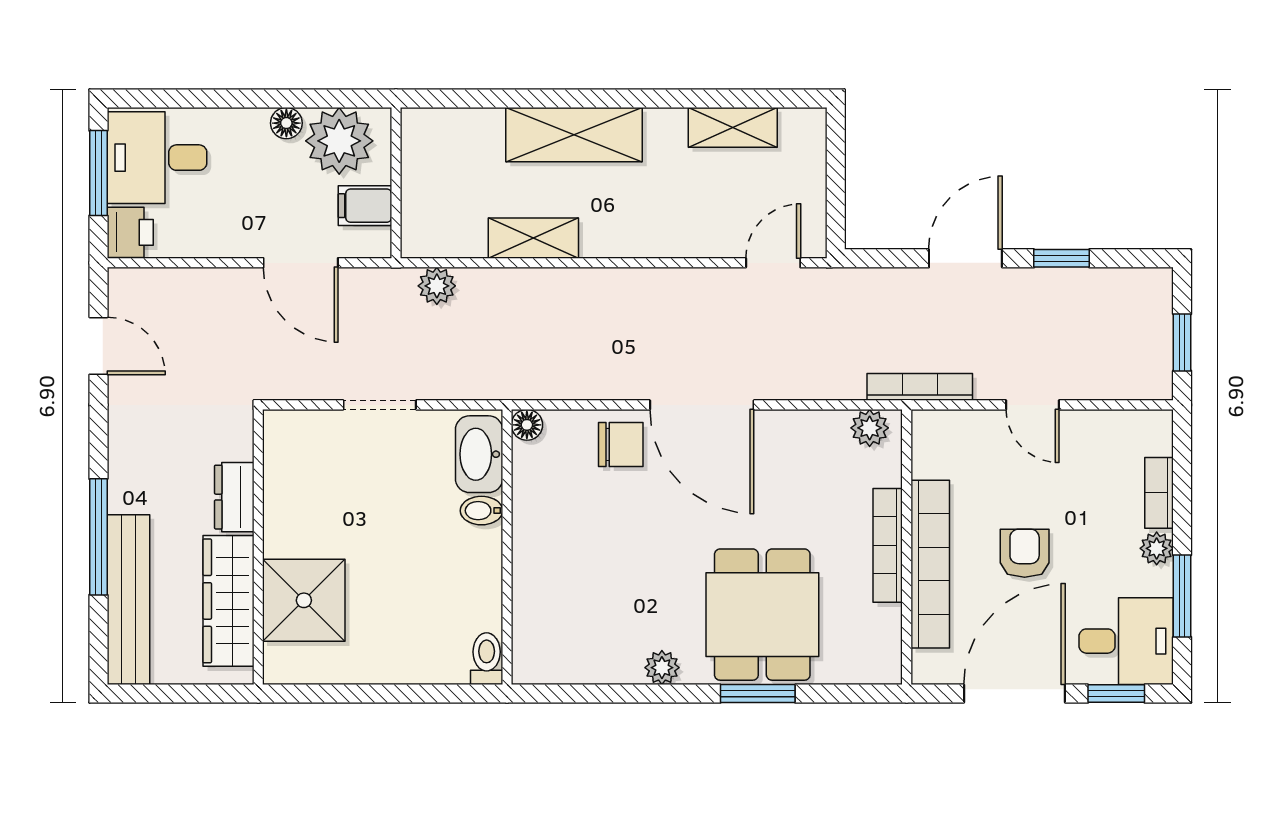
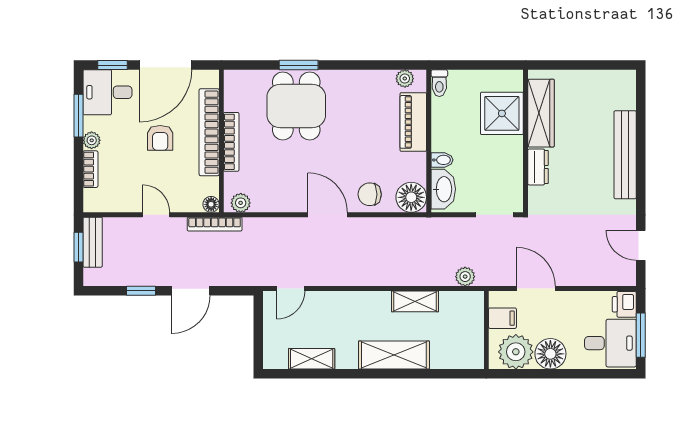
floor lamp: (286, 123) -> (550, 354), width x1.89, depth x1.89
bench: (1155, 352) -> (93, 242), added
door: (702, 405) -> (328, 215), width x0.73
floor lamp: (527, 425) -> (411, 197), width x1.89, depth x1.89
floor lamp: (927, 425) -> (211, 204), added
dresser: (234, 497) -> (538, 167), moved
window: (98, 537) -> (641, 146), removed
wall: (258, 547) -> (526, 141), moved
piano: (537, 584) -> (413, 122), added
bench: (128, 600) -> (625, 155), moved
shower: (304, 600) -> (502, 113), moved
wardrobe: (229, 601) -> (541, 113), moved
plant: (662, 668) -> (405, 79), moved

